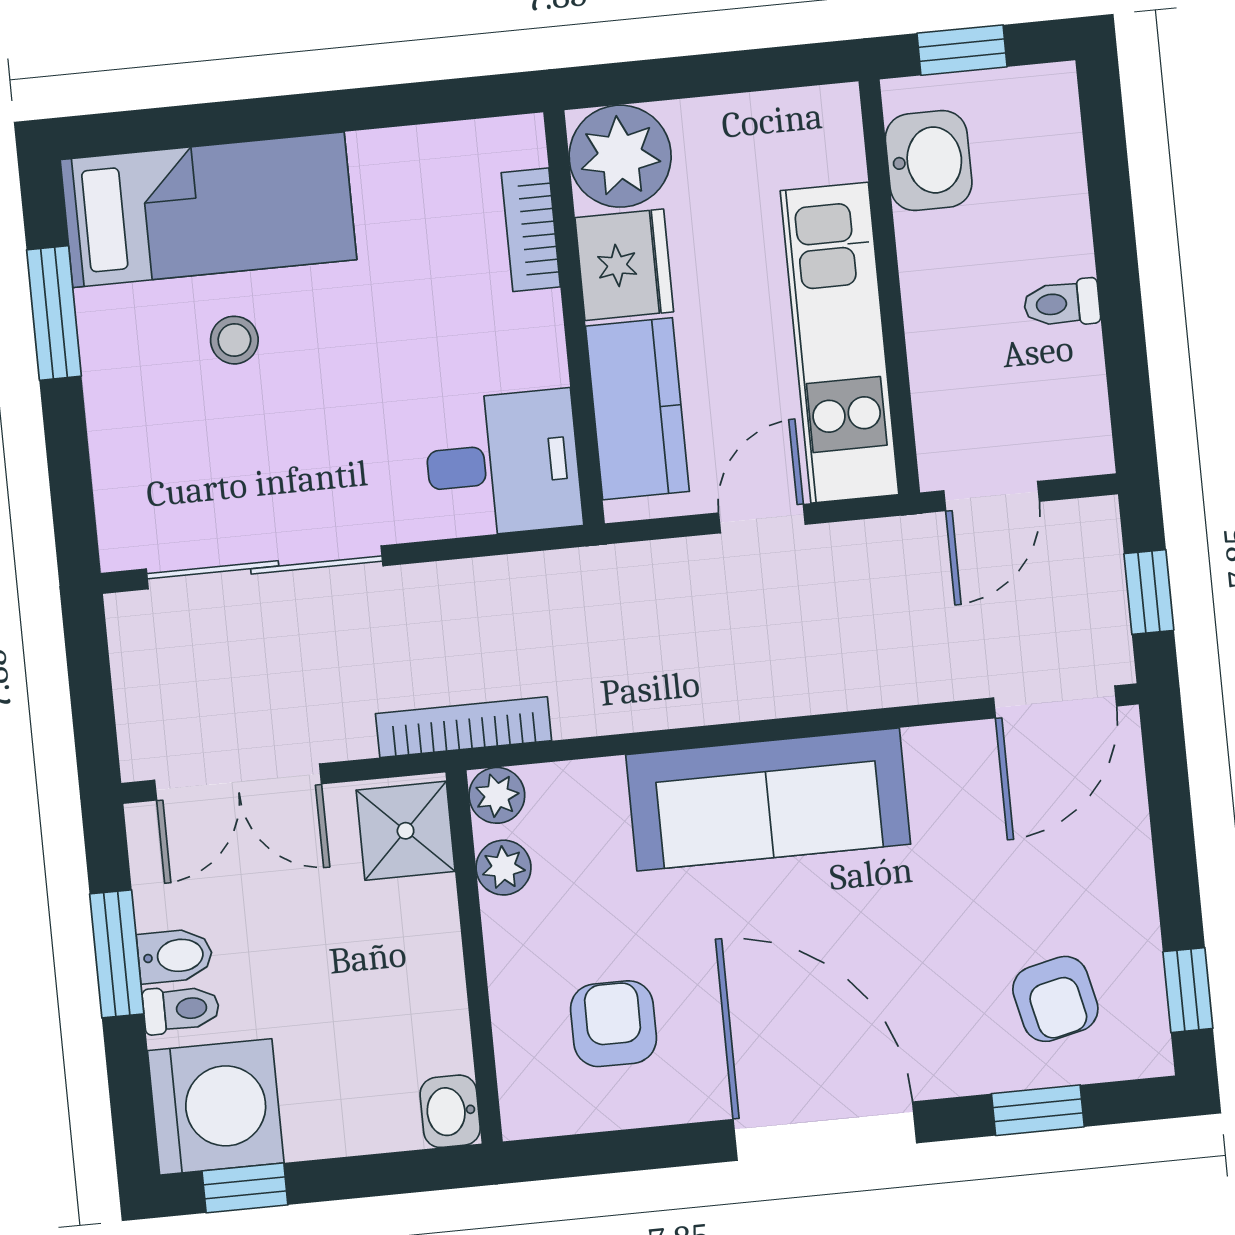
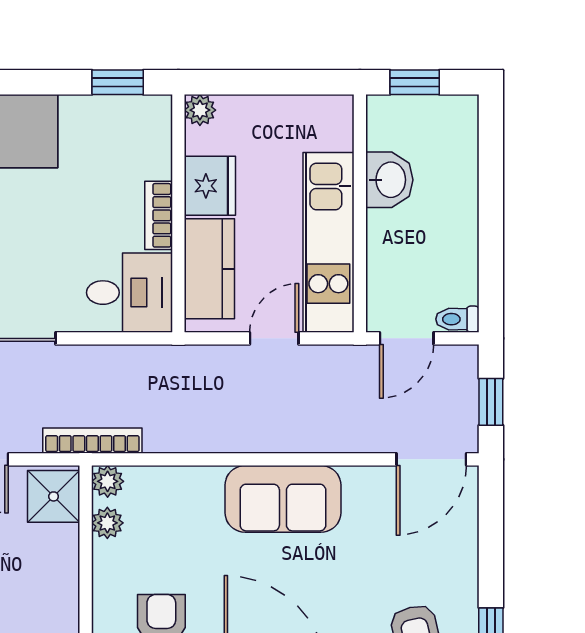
window: (446, 101) -> (118, 82), added
plant: (620, 156) -> (200, 110), width x0.53, depth x0.53
washbasin: (929, 161) -> (389, 180), moved
bookcase: (531, 230) -> (159, 215), moved
toilet: (1062, 303) -> (457, 319), moved
sofa: (768, 799) -> (283, 499), width x0.73

